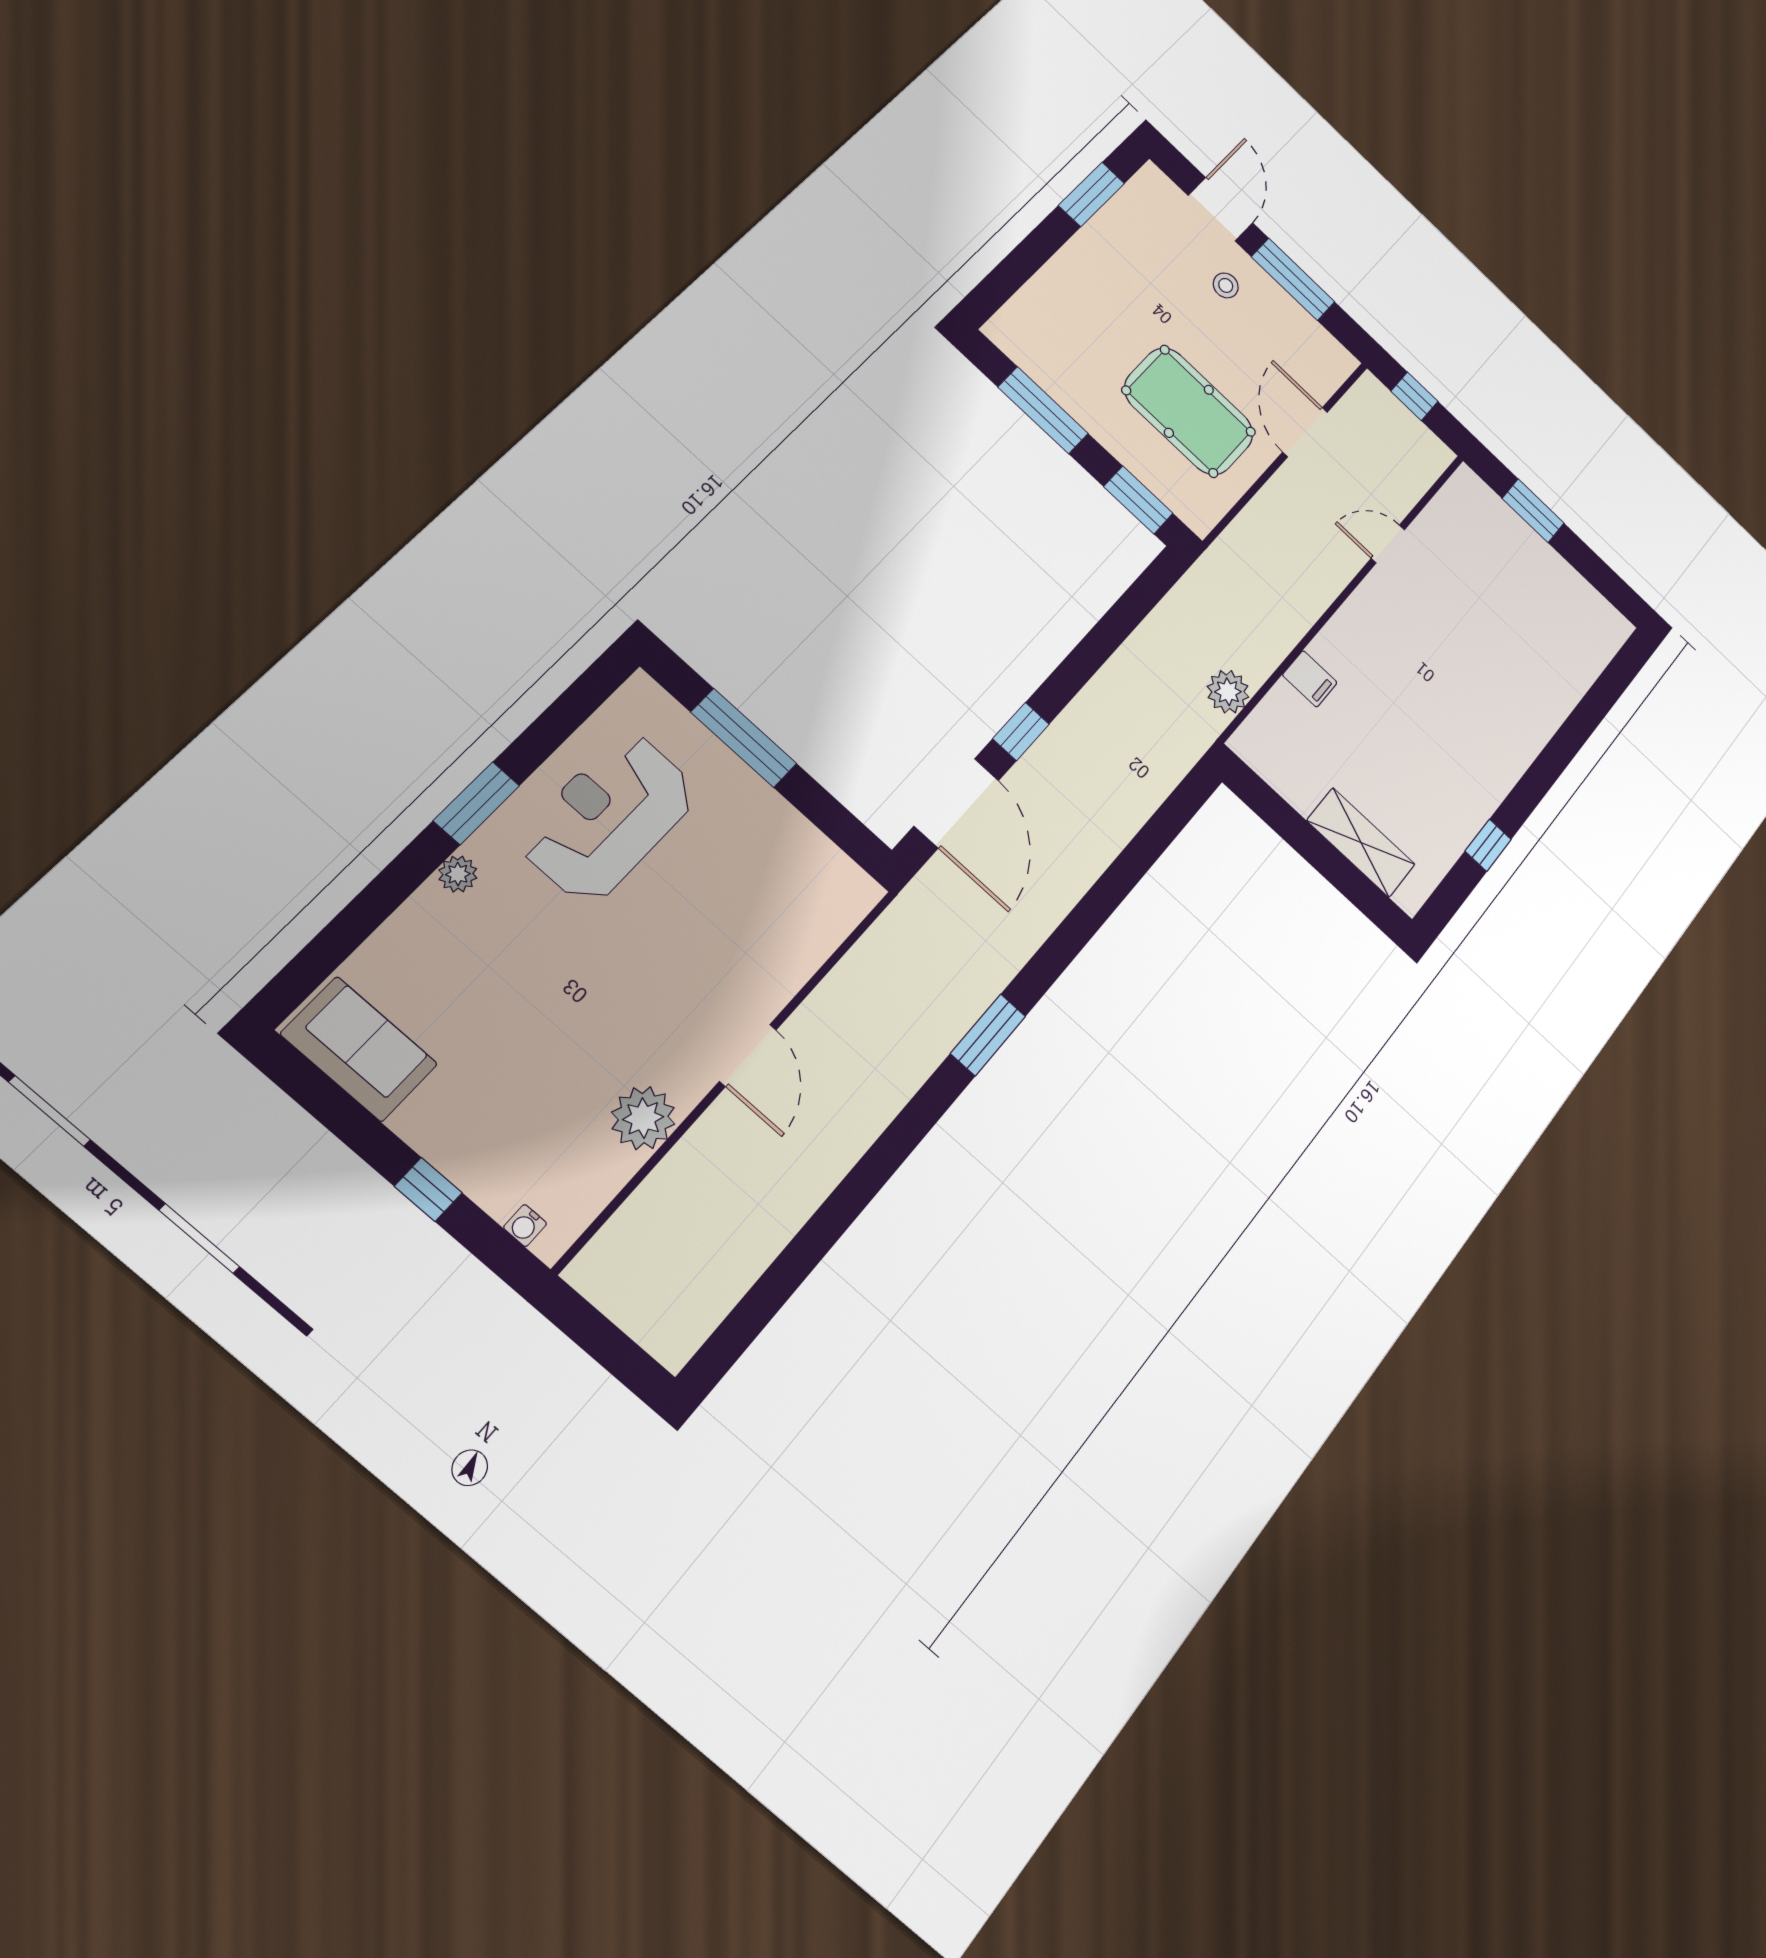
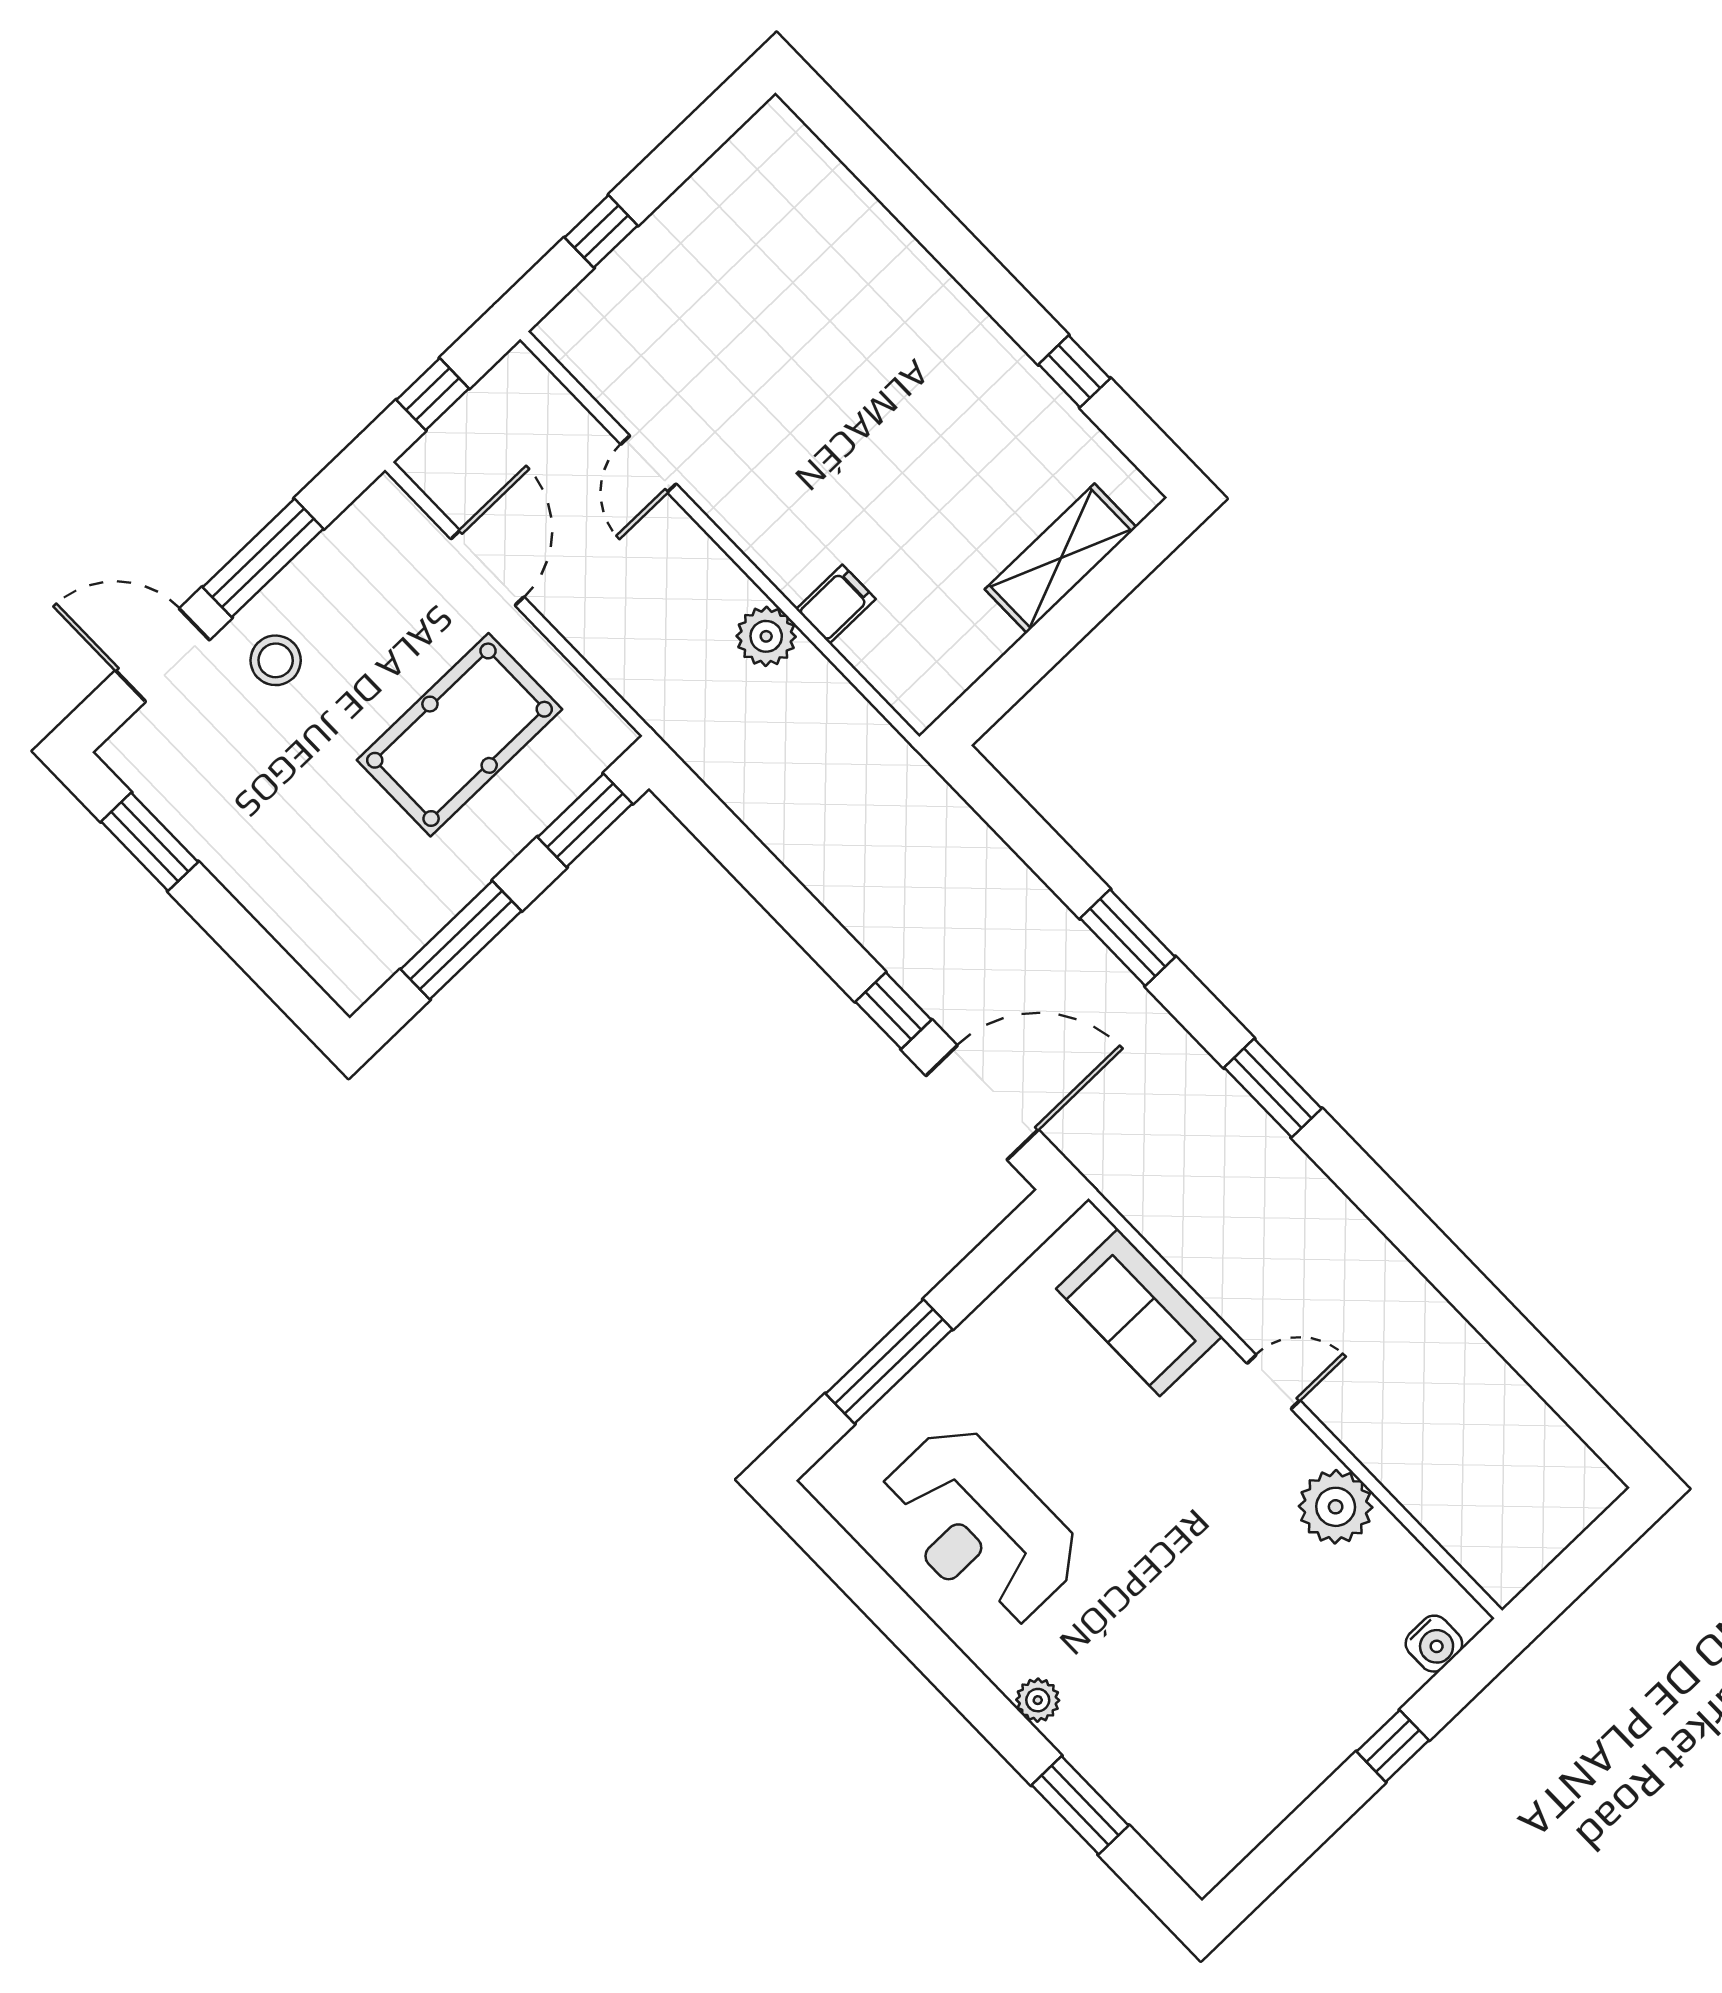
stool: (1226, 285) -> (276, 660), width x1.37, depth x1.37
door: (1305, 432) -> (487, 568), swing flipped
window: (1533, 511) -> (601, 231), width x0.67
plant: (1228, 692) -> (766, 636), moved
window: (476, 803) -> (1080, 1805), moved
window: (1093, 910) -> (1128, 938), added
sofa: (359, 1049) -> (1139, 1312), moved, turned -90
door: (748, 1055) -> (1274, 1382), width x0.73
water cooler: (525, 1226) -> (1434, 1644), width x1.38, depth x1.38

